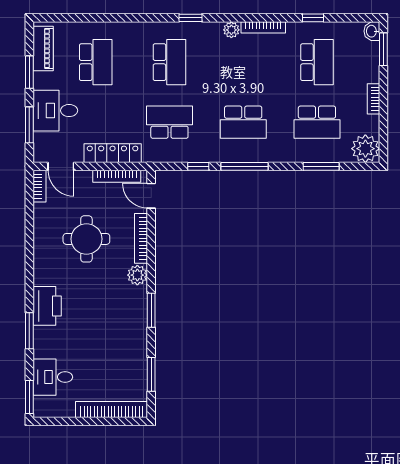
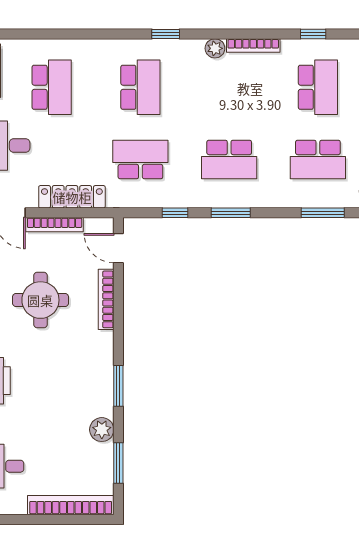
window: (245, 166) -> (231, 213), width x0.69
bookcase: (117, 176) -> (55, 225), moved
plant: (137, 275) -> (102, 430), moved

